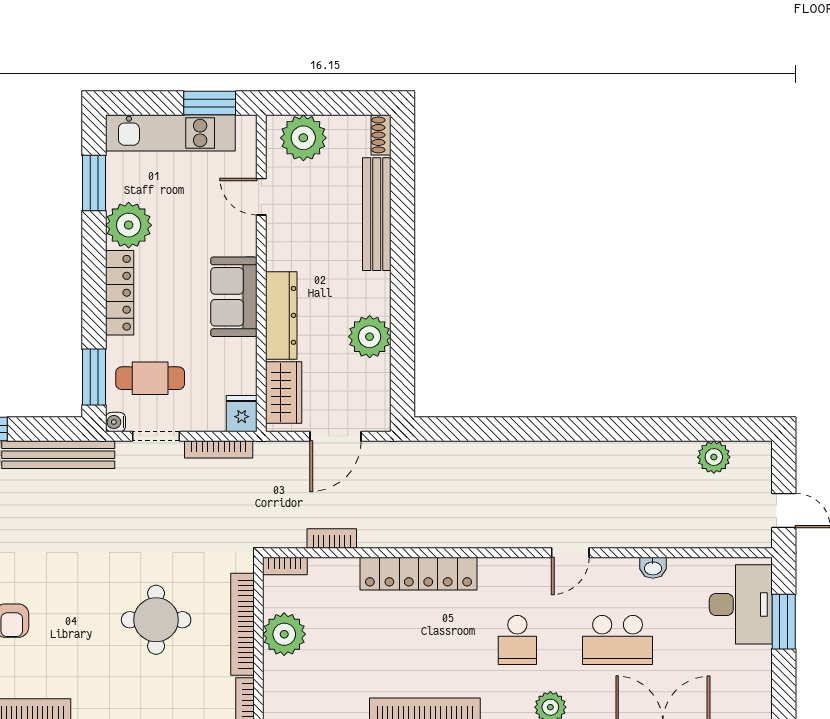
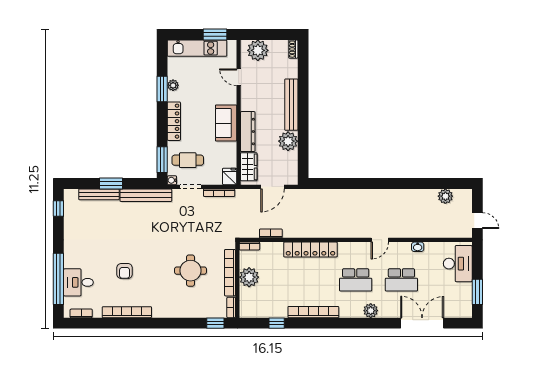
window: (94, 183) -> (162, 89), moved
bench: (377, 214) -> (291, 105), moved
plant: (129, 225) -> (173, 85), width x0.53, depth x0.53
window: (784, 622) -> (477, 292), moved
school desk: (517, 640) -> (356, 280), width x1.85

